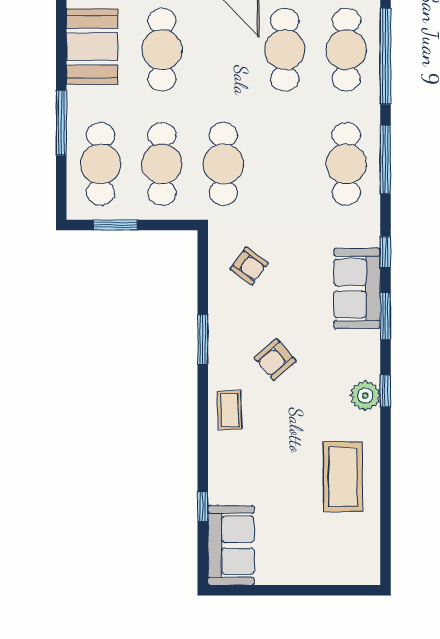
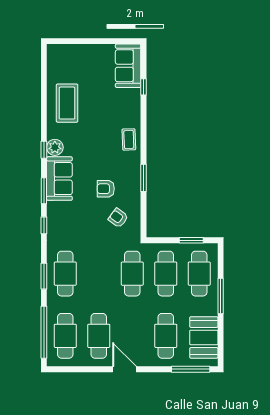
window: (385, 159) -> (44, 276), width x0.69
sofa: (357, 288) -> (59, 179), moved
armchair: (275, 359) -> (106, 189), moved, turned -139

